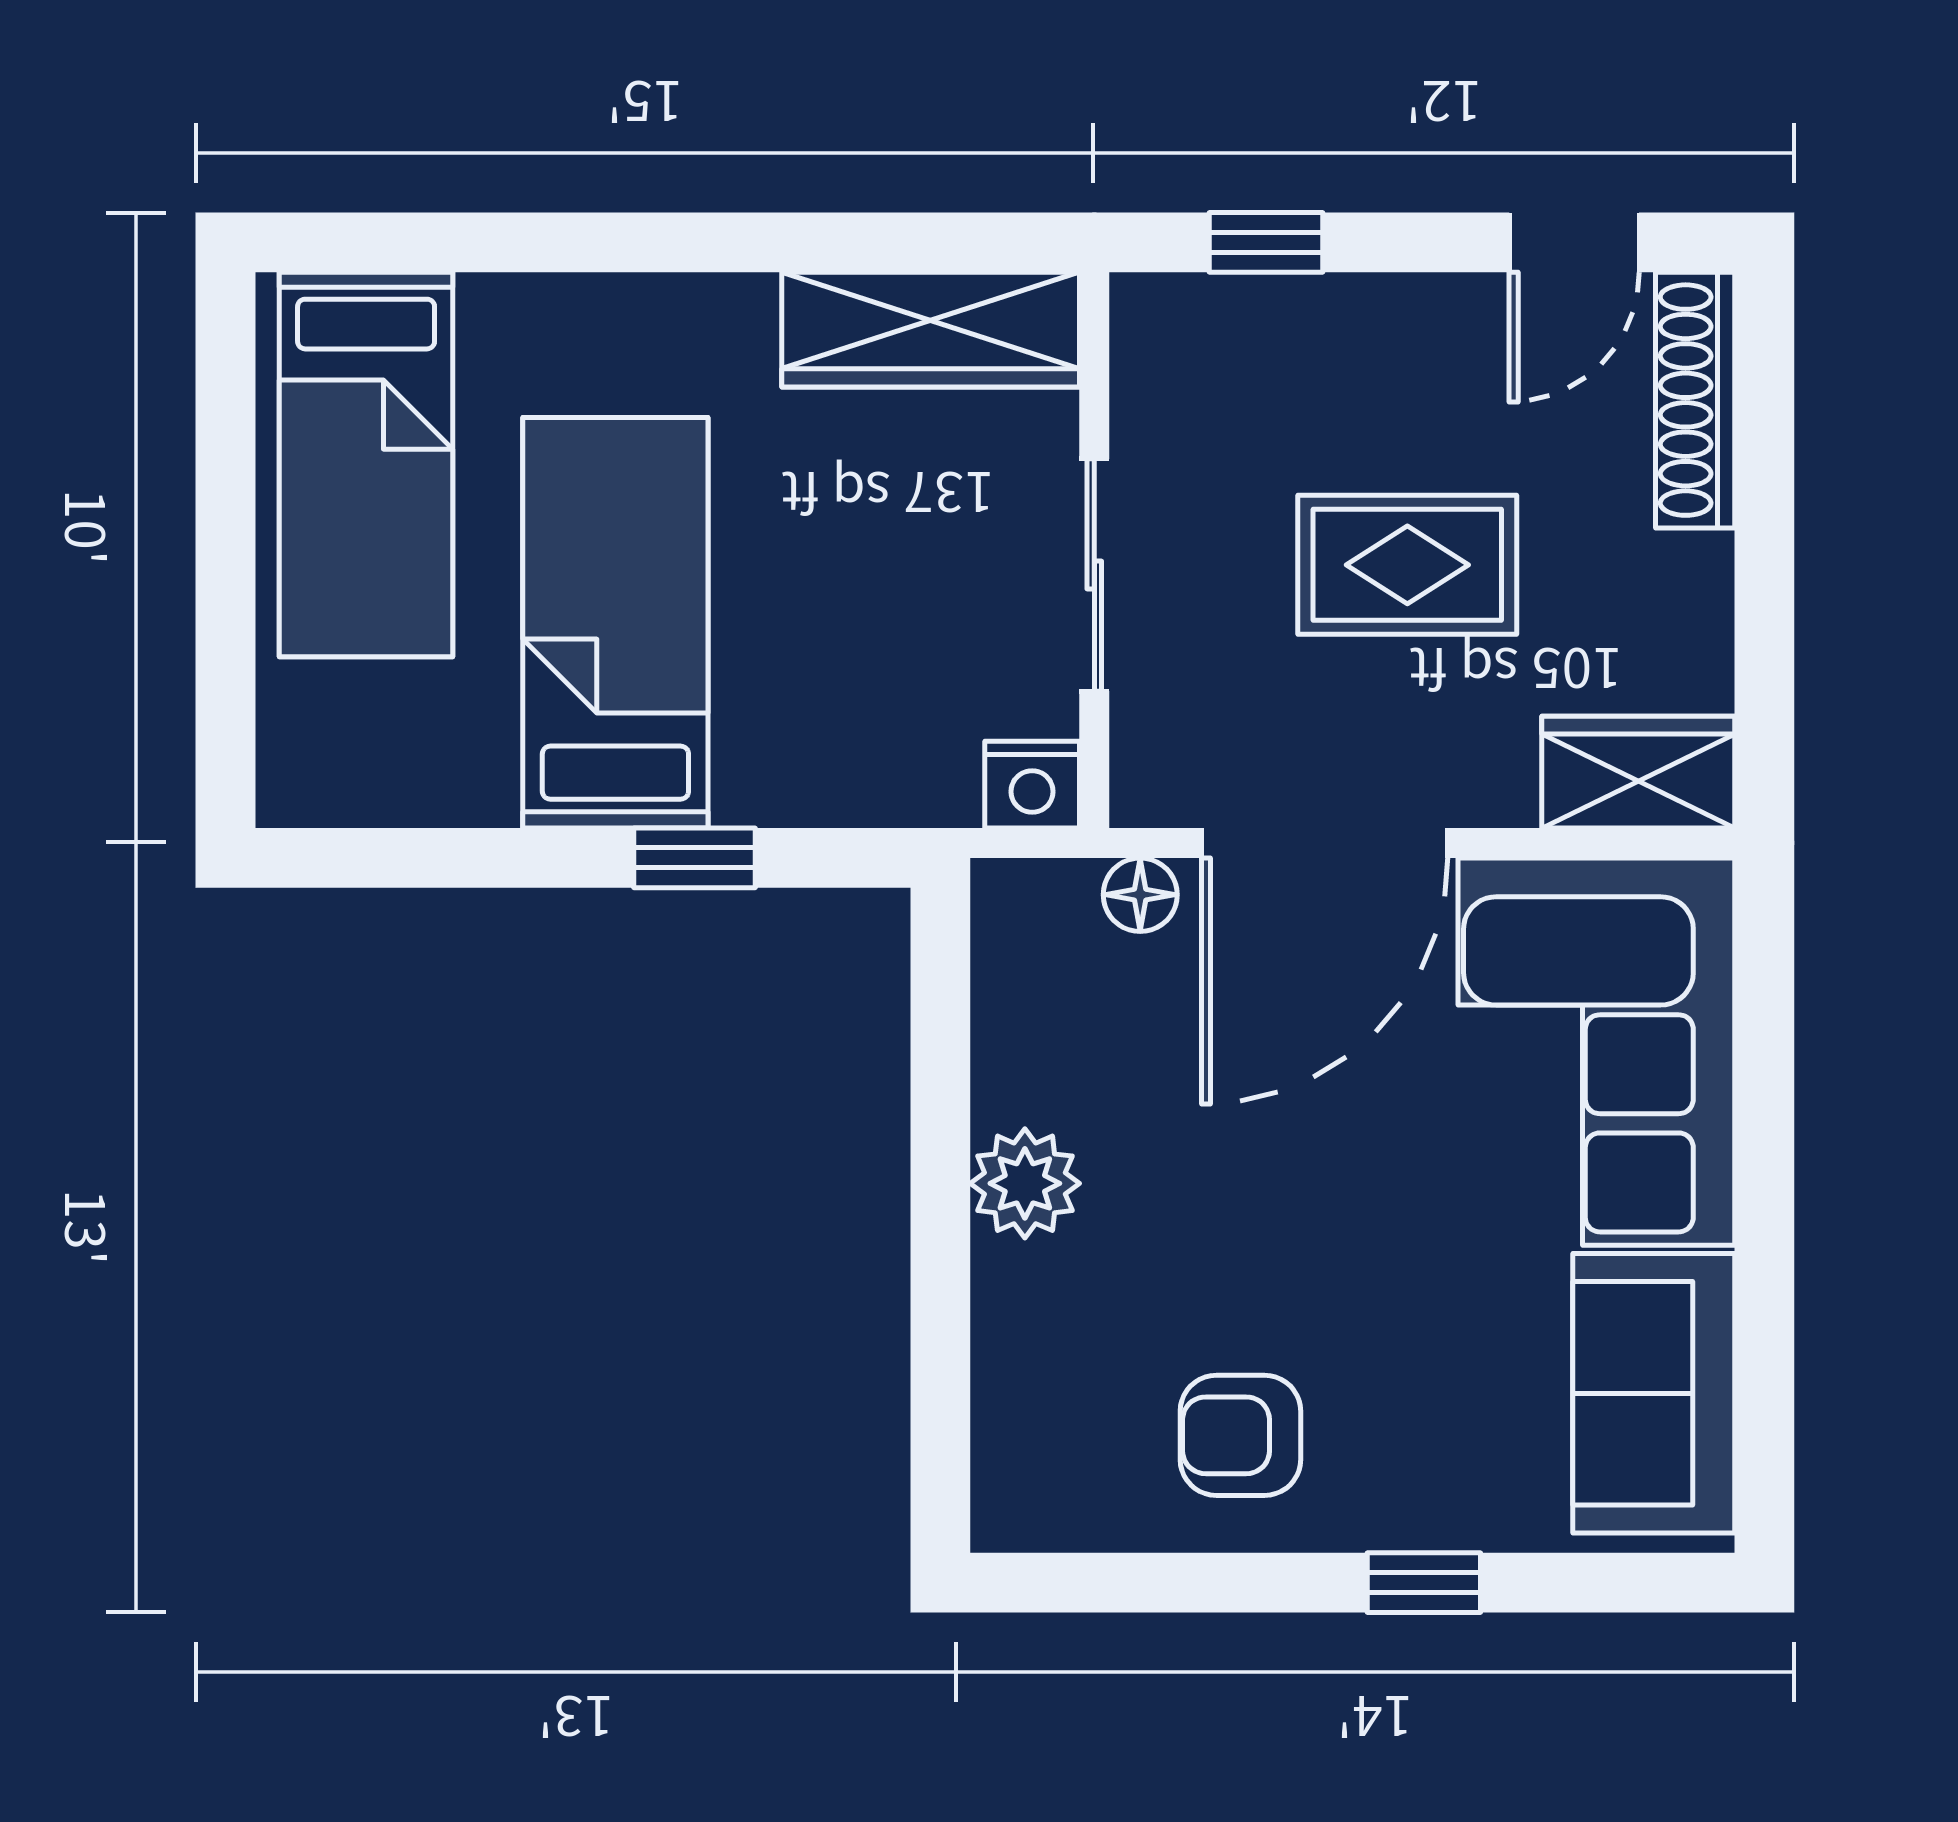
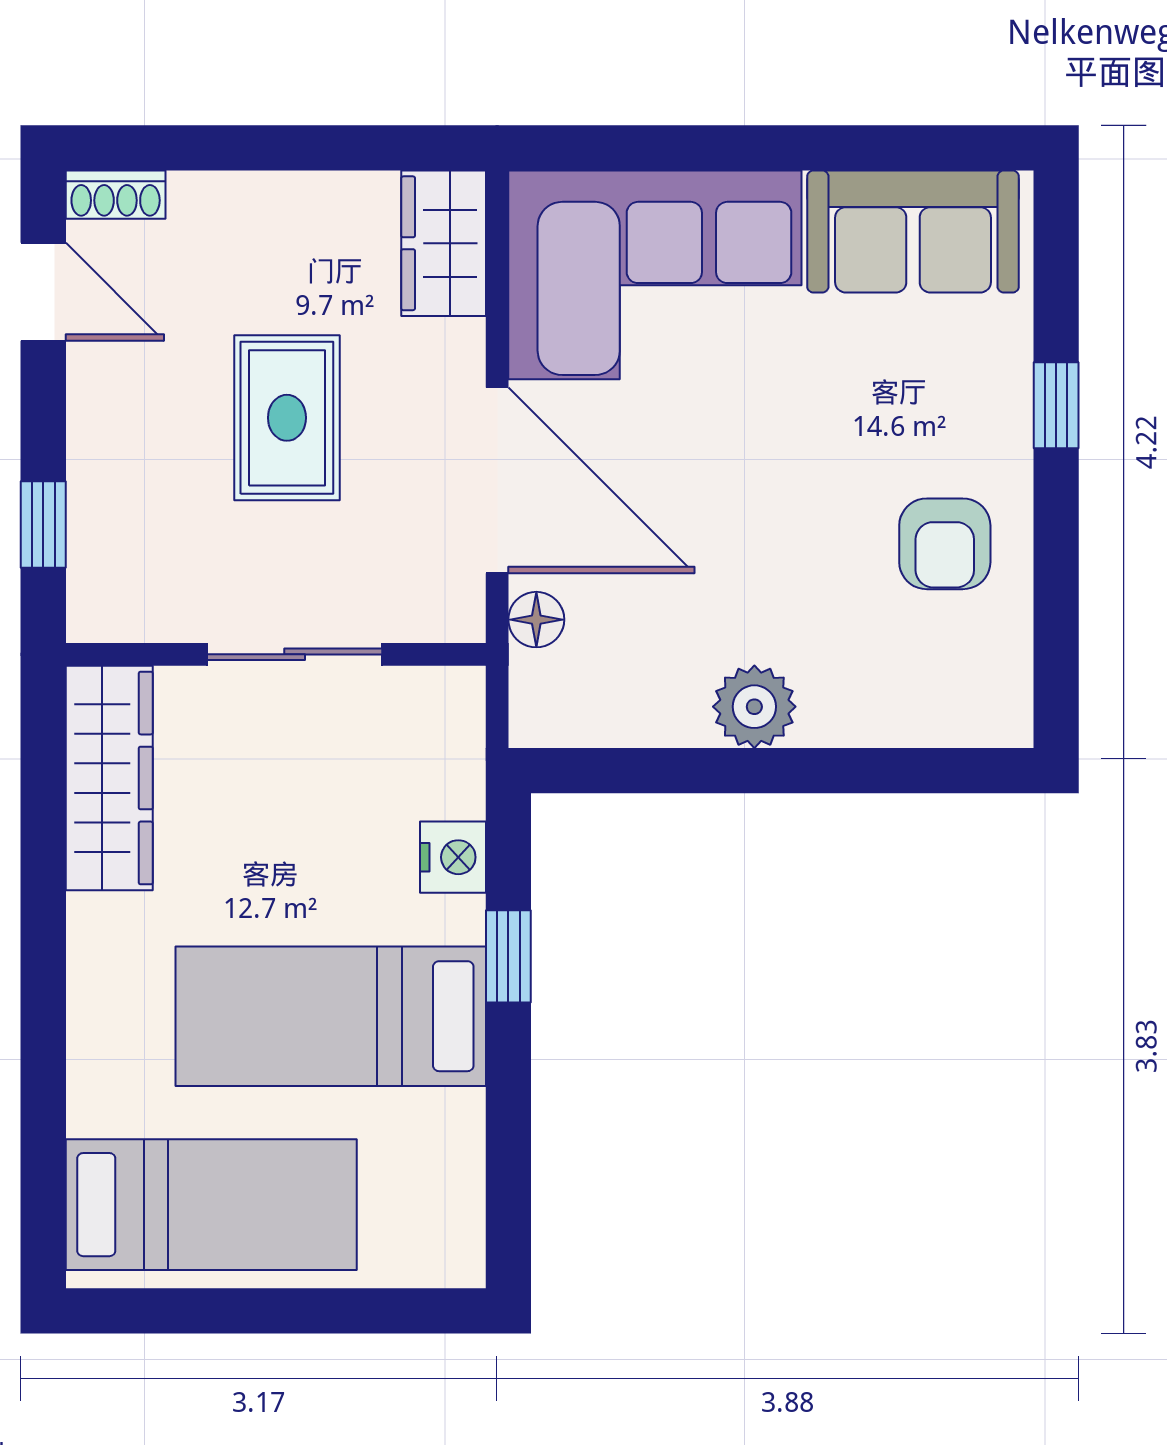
shoe rack: (1695, 400) -> (116, 195), width x0.51, depth x0.81
nightstand: (1032, 785) -> (453, 857), moved

